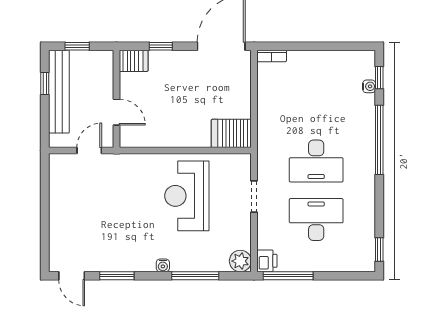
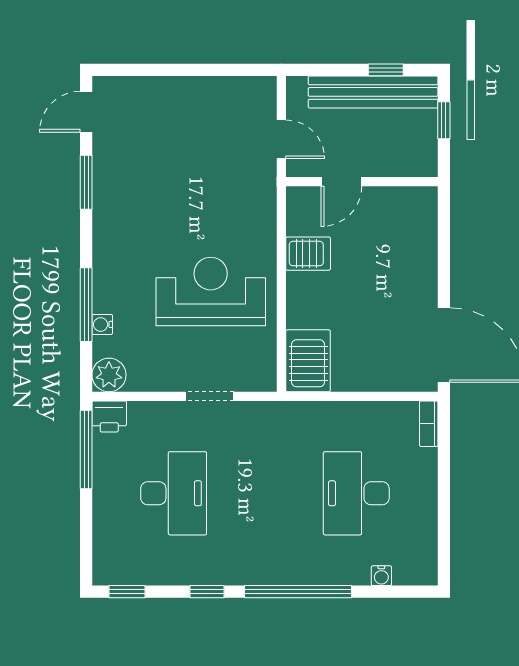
window: (161, 46) -> (444, 251), removed
server rack: (134, 61) -> (308, 254), moved, turned -90
window: (379, 78) -> (207, 592), moved
desk: (316, 161) -> (356, 493), moved
water cooler: (163, 265) -> (102, 324), moved

